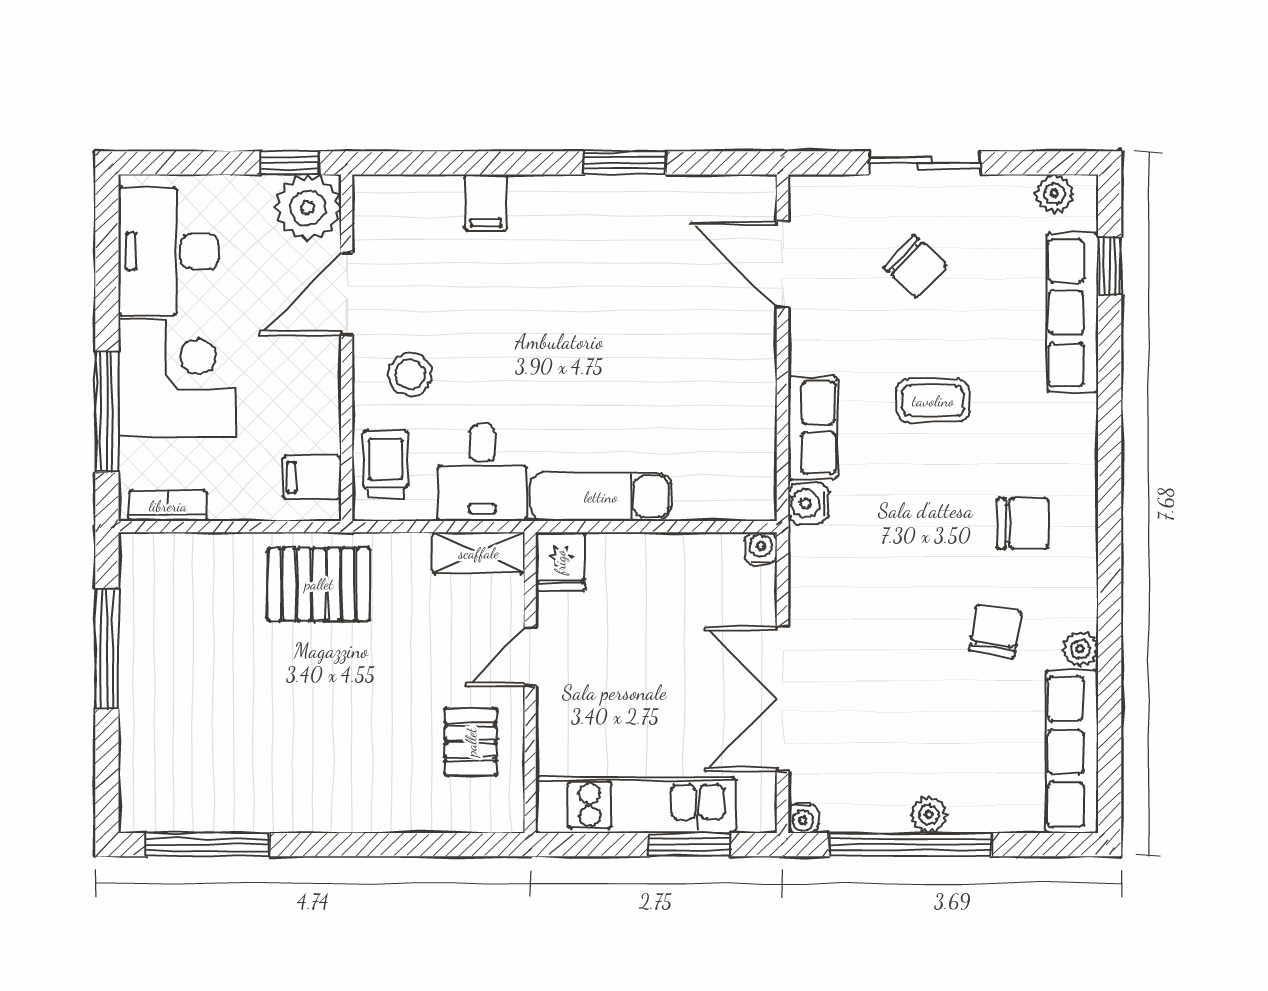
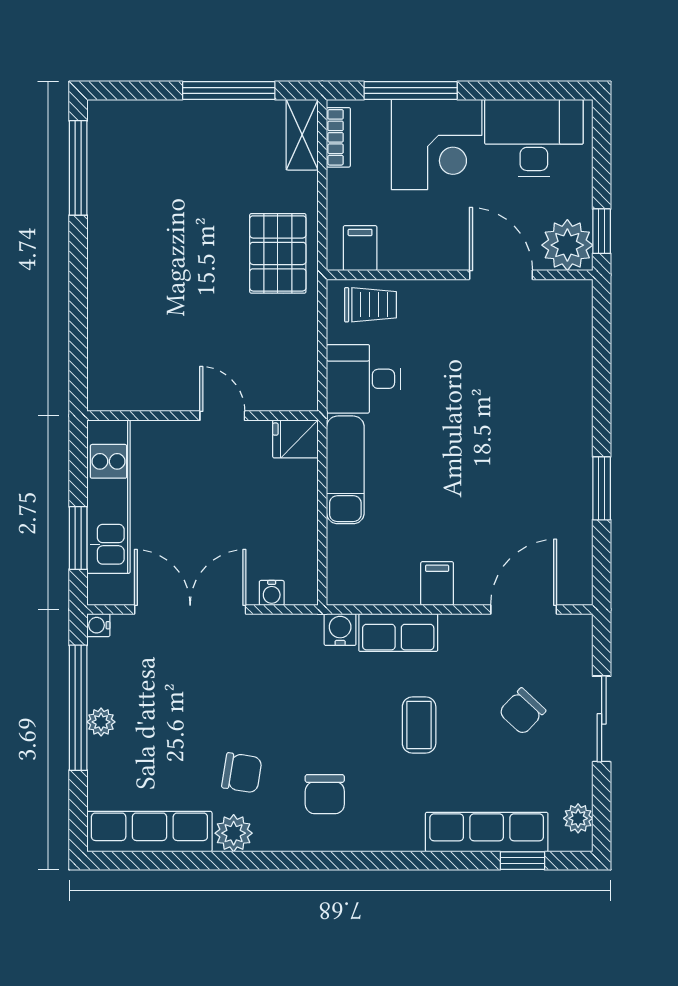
filing cabinet: (486, 203) -> (437, 583), moved, turned 90
stool: (410, 375) -> (439, 323), removed
water cooler: (761, 548) -> (272, 593), moved, turned 90
shelving: (479, 553) -> (302, 135), moved
plant: (1080, 649) -> (234, 833), width x1.38, depth x1.38
pallet: (471, 742) -> (157, 370), removed

